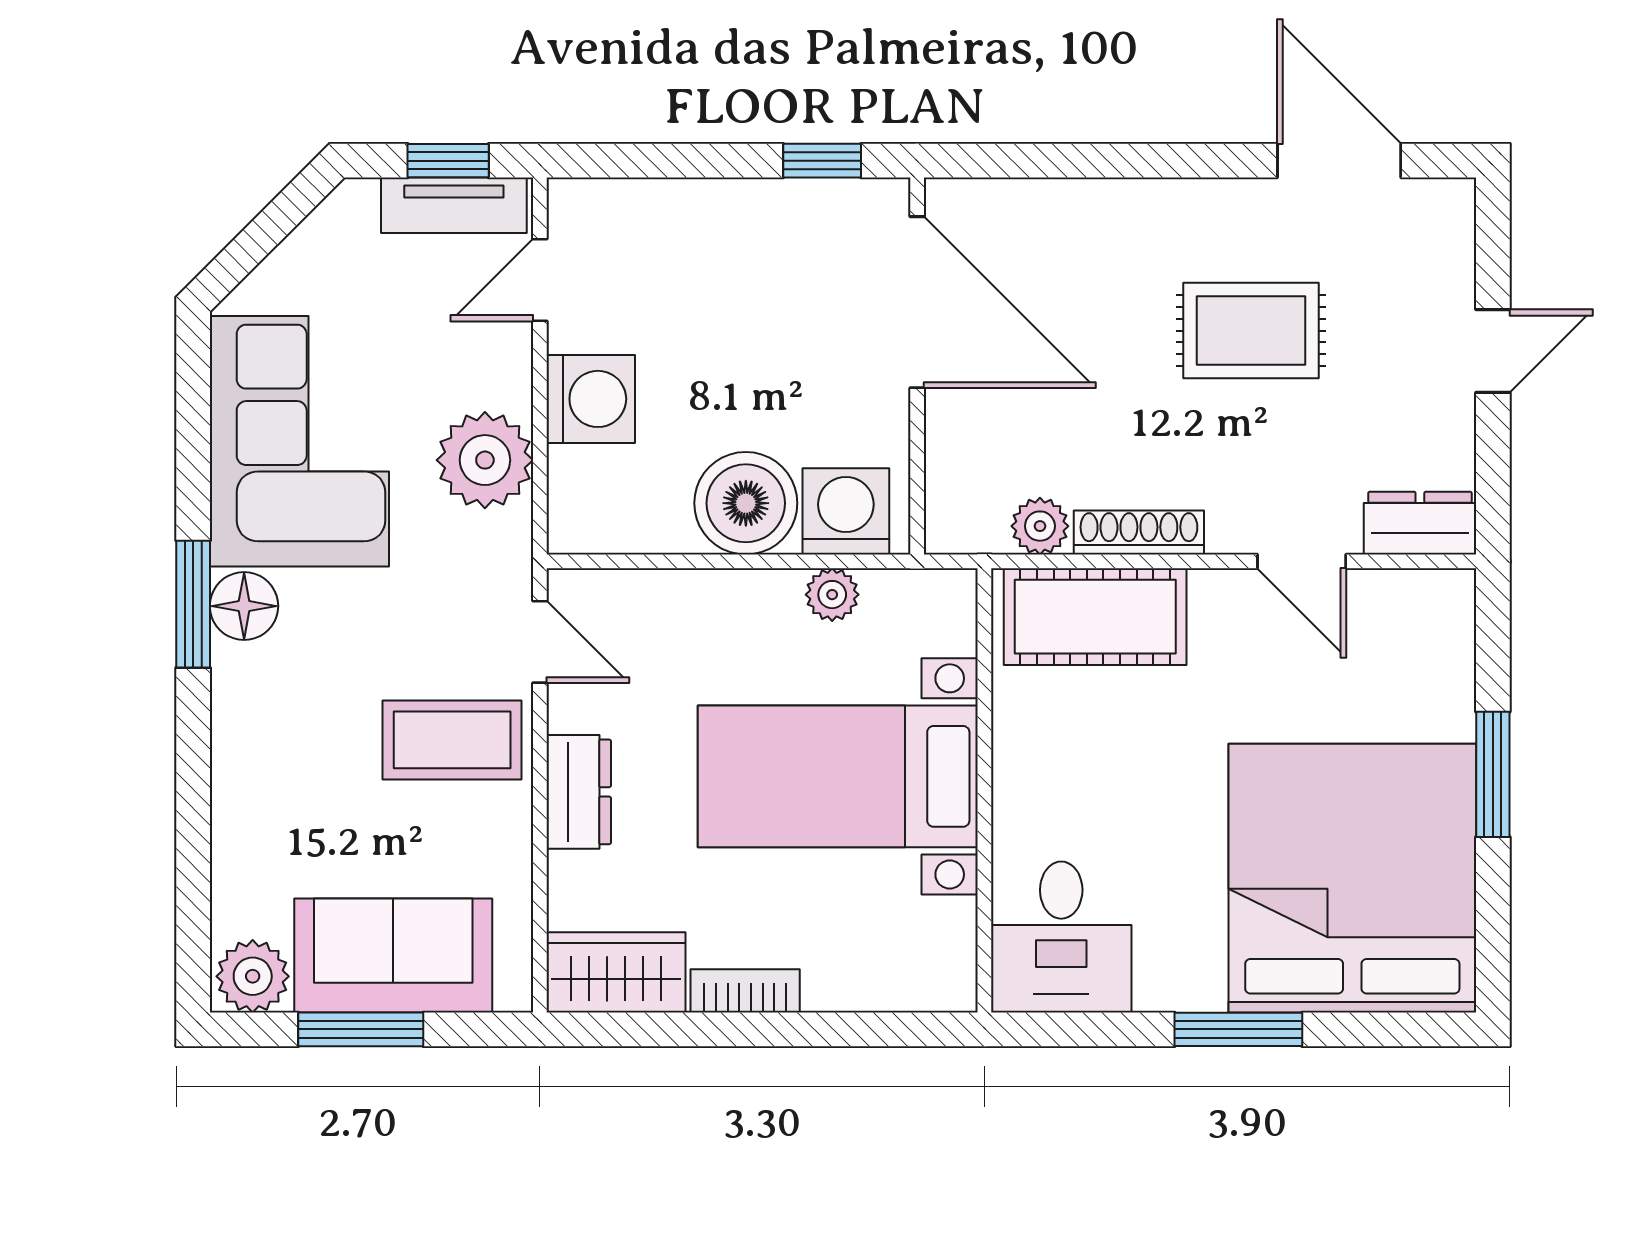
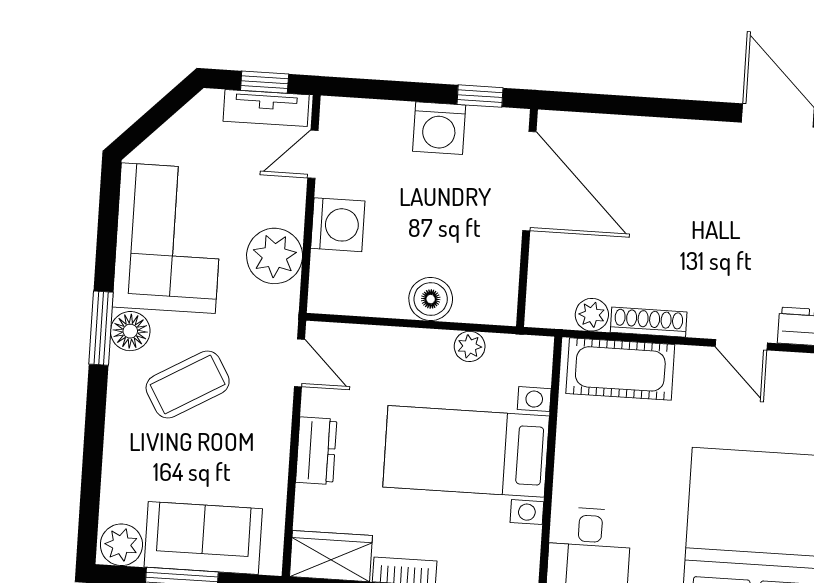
rug: (1251, 331) -> (721, 210), removed
boiler: (746, 503) -> (431, 299), width x0.73, depth x0.73
washing machine: (846, 511) -> (439, 128), moved, turned 180
coffee table: (452, 740) -> (188, 385), moved, turned -30

